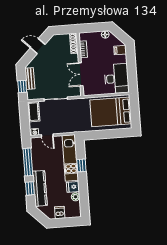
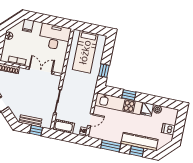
double door: (81, 74) -> (41, 70), swing flipped
bed: (111, 112) -> (85, 52), width x0.67
window: (98, 135) -> (104, 71), added
window: (28, 162) -> (111, 146), width x0.69

